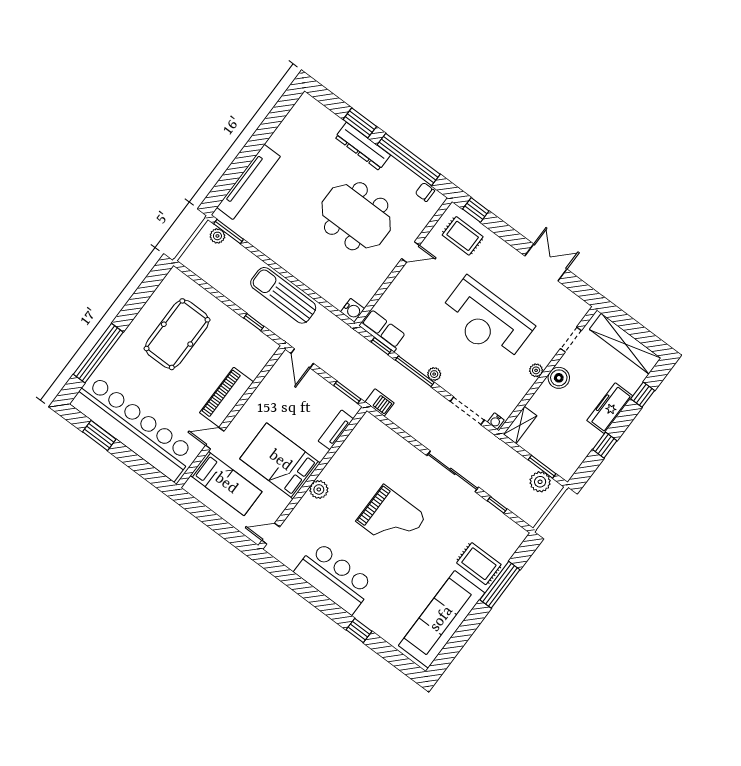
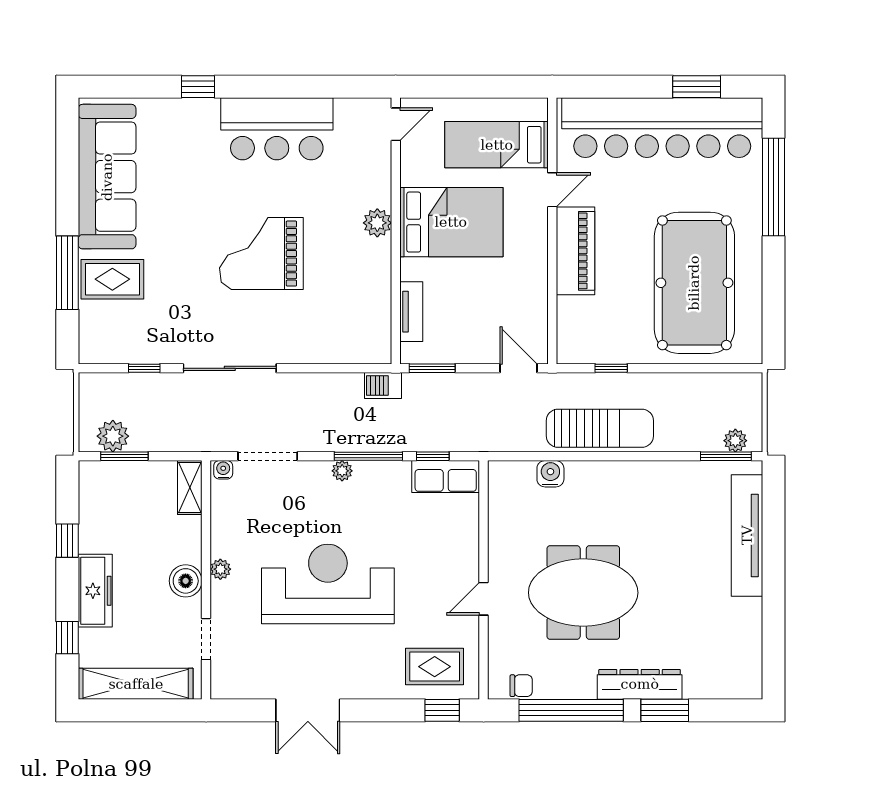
water cooler: (353, 310) -> (550, 474), moved, turned 90
pool table: (177, 334) -> (694, 283), width x1.36, depth x1.32

